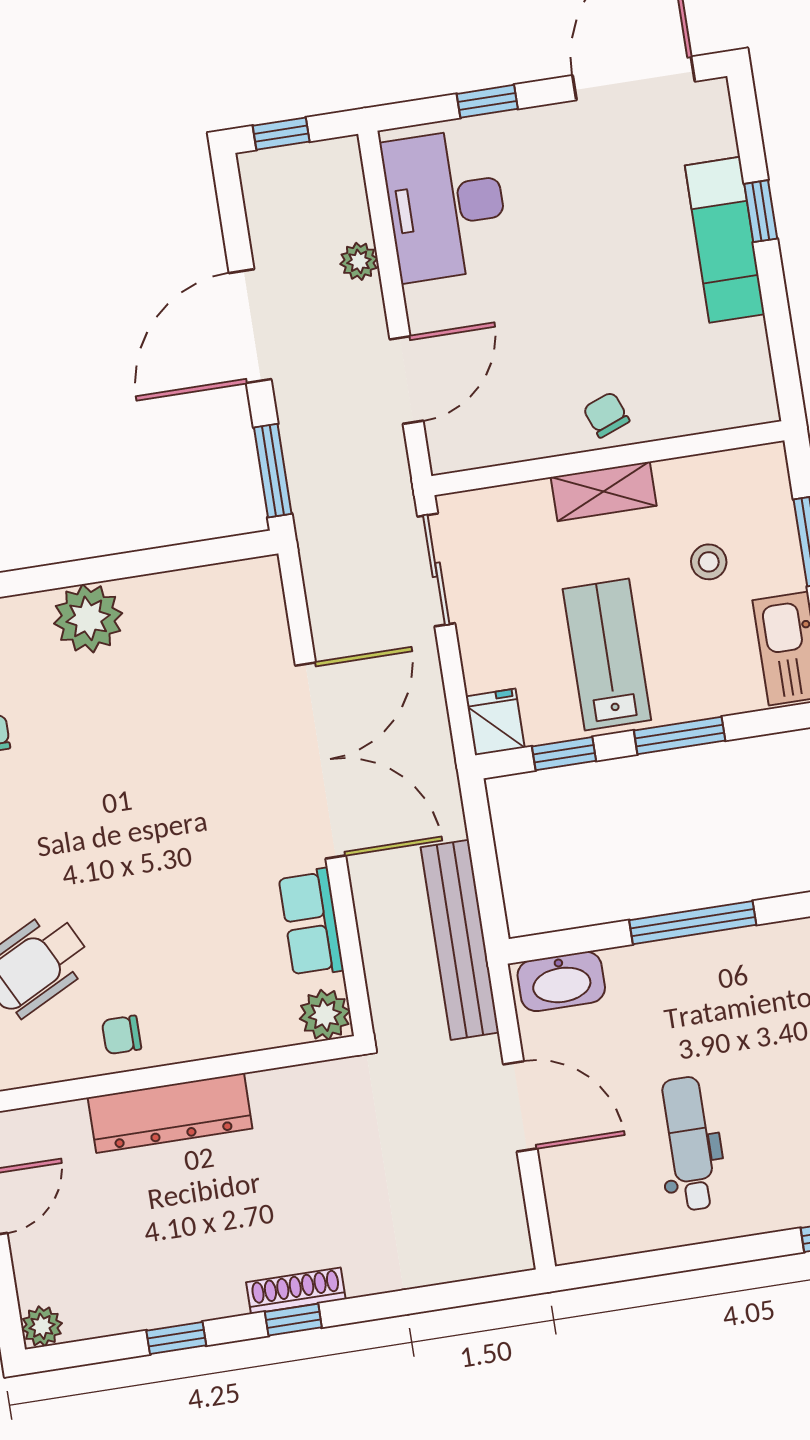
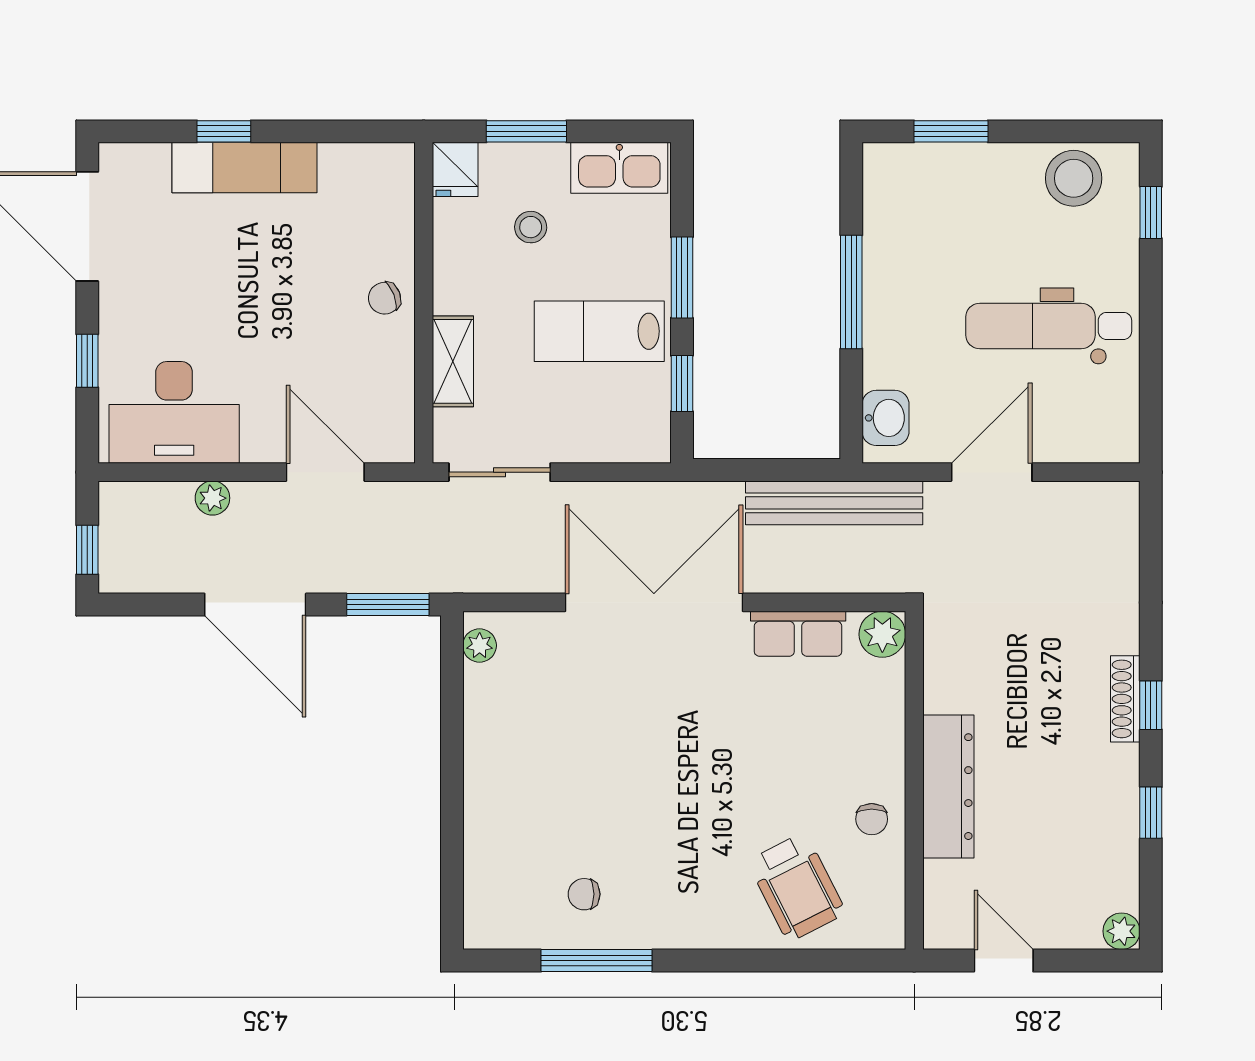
shelving: (604, 491) -> (453, 361), moved
plant: (88, 618) -> (480, 645), moved, width x0.53, depth x0.53
fridge: (495, 722) -> (455, 169), moved, turned -90
washbasin: (561, 981) -> (886, 418), width x0.72
dental chair: (689, 1144) -> (1049, 326), width x1.36, depth x1.38

